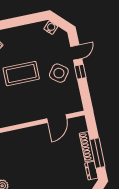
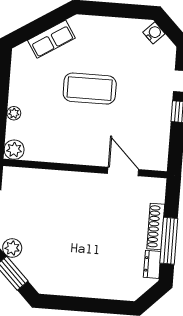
side table: (59, 73) -> (146, 104), removed
door: (57, 119) -> (123, 172), swing flipped

